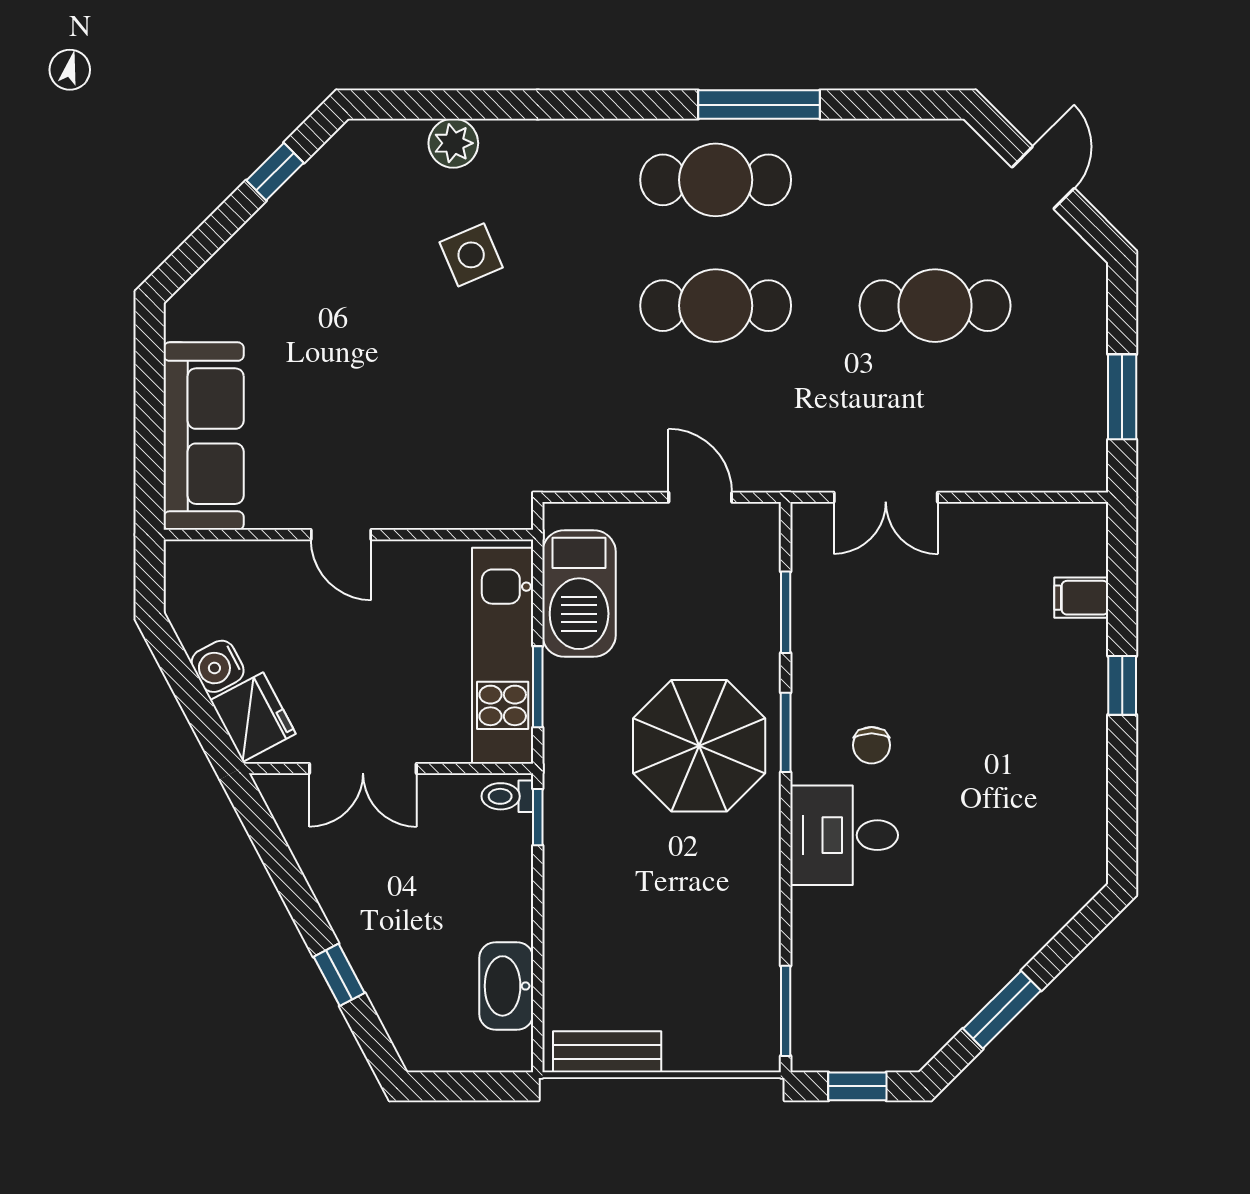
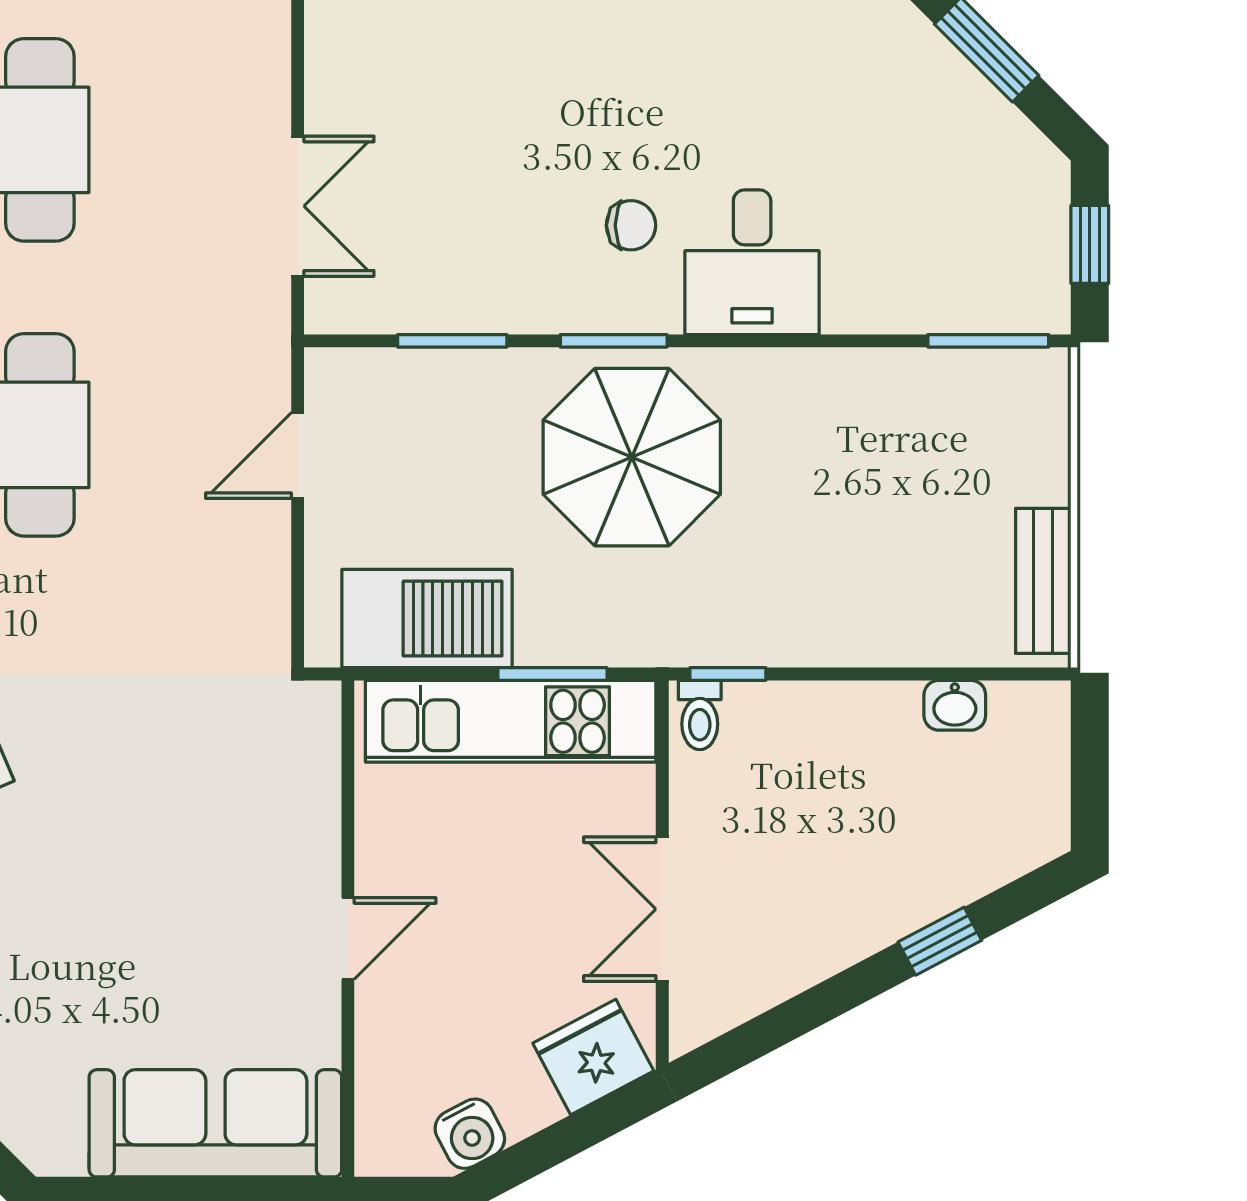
water cooler: (218, 666) -> (470, 1134), moved
double door: (363, 768) -> (662, 909), swing flipped
washbasin: (506, 986) -> (955, 705), width x0.52, depth x0.69

